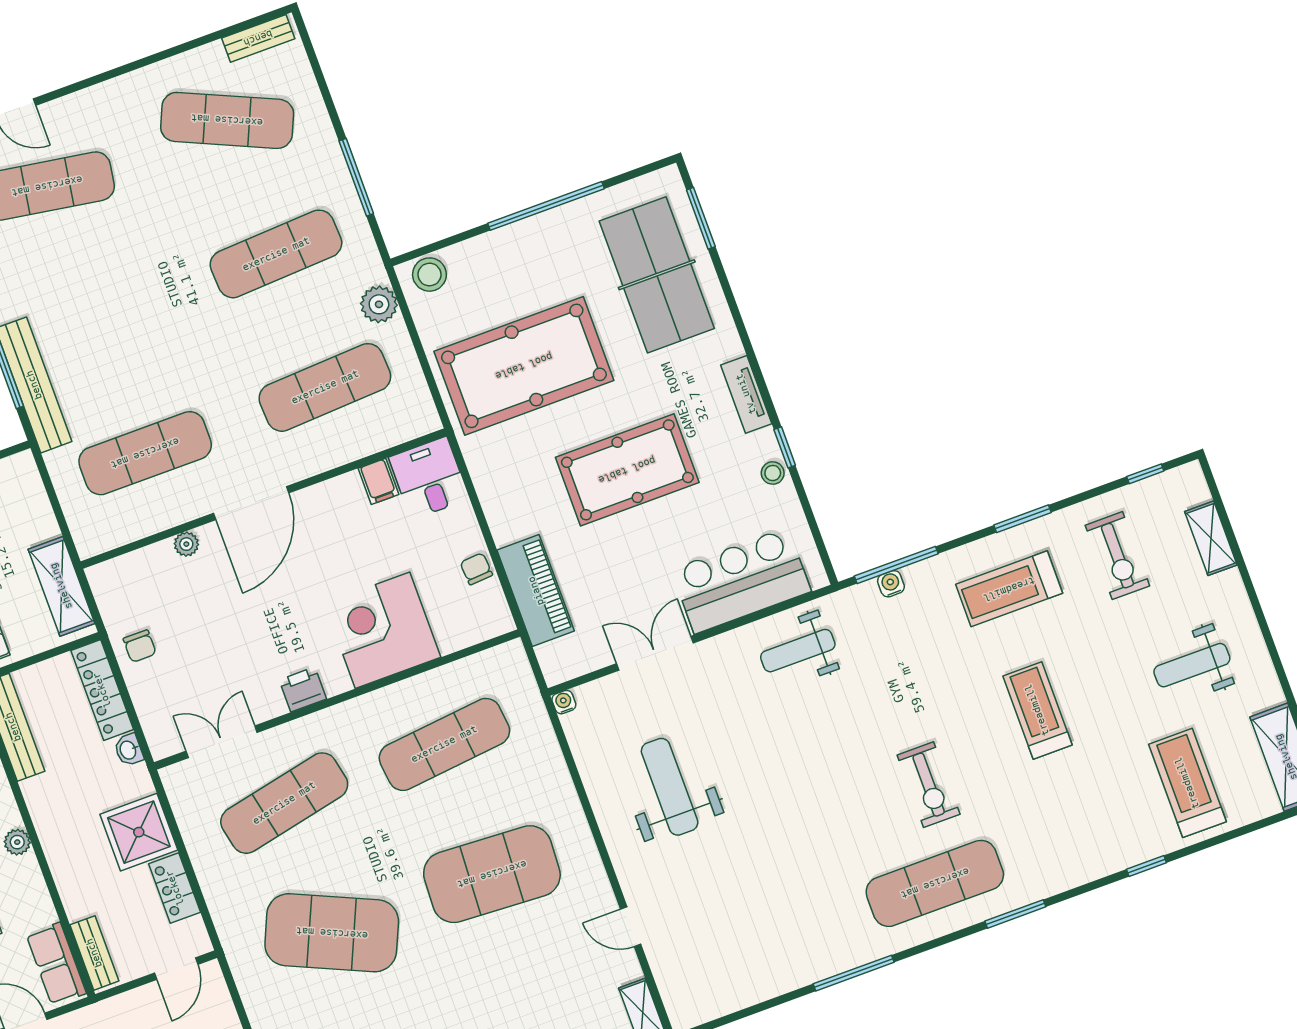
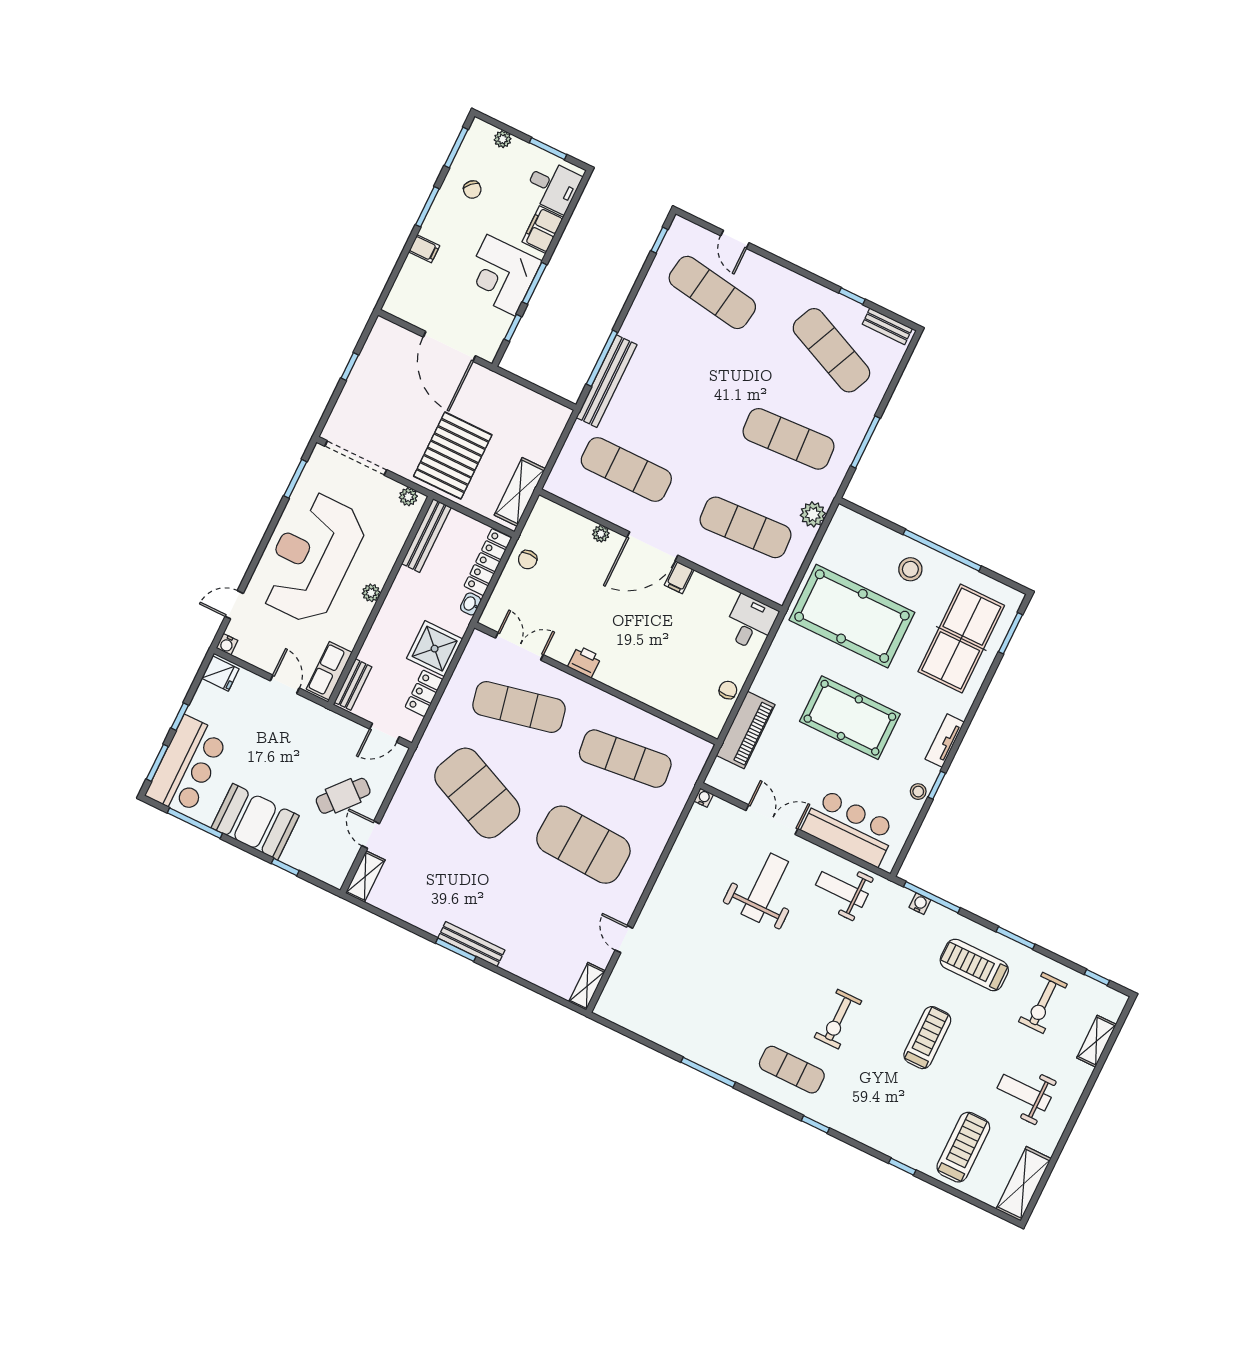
window: (191, 45) -> (852, 296), added
stool: (429, 275) -> (910, 569), moved
filing cabinet: (379, 481) -> (679, 577), moved
corner desk: (382, 630) -> (652, 673), removed
weight bench: (670, 787) -> (765, 888), moved
exercise mat: (935, 883) -> (792, 1070), width x0.73, depth x0.69
window: (1015, 914) -> (815, 1124), width x0.67

